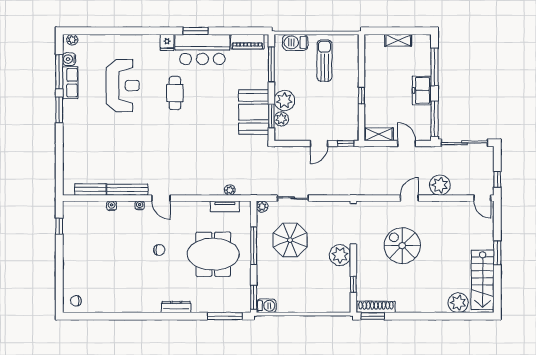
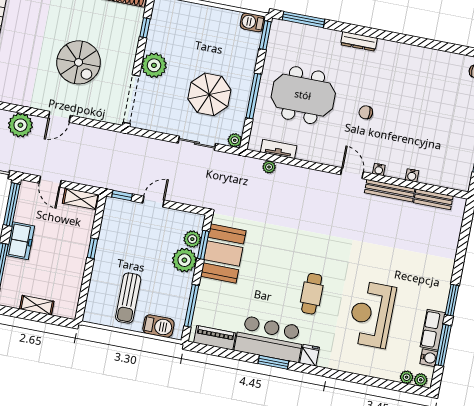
plant: (84, 40) -> (407, 377), added

